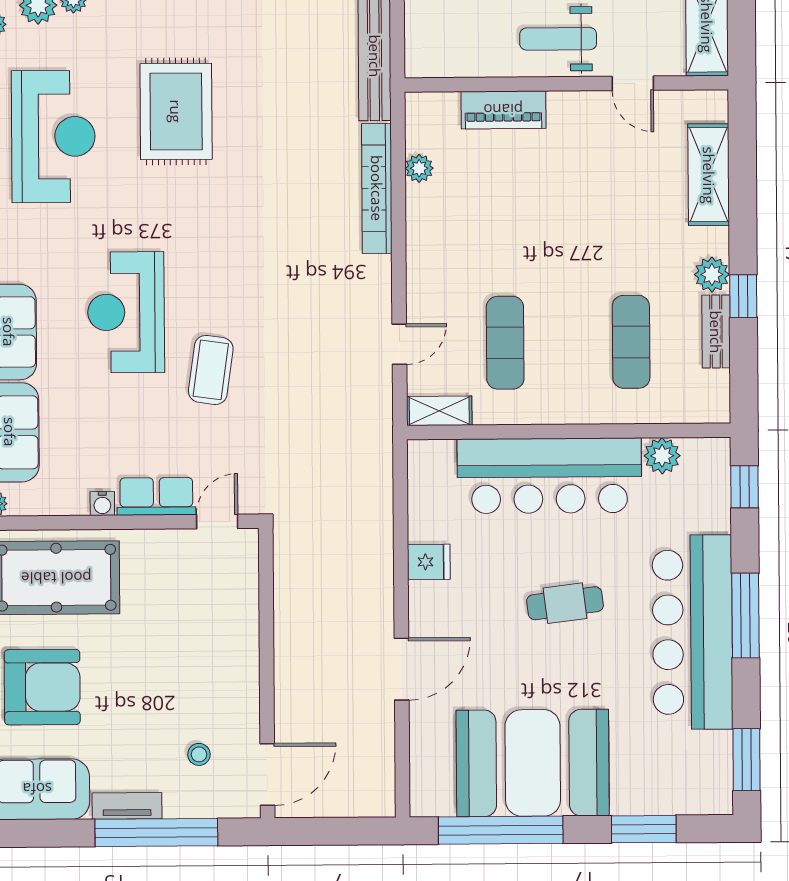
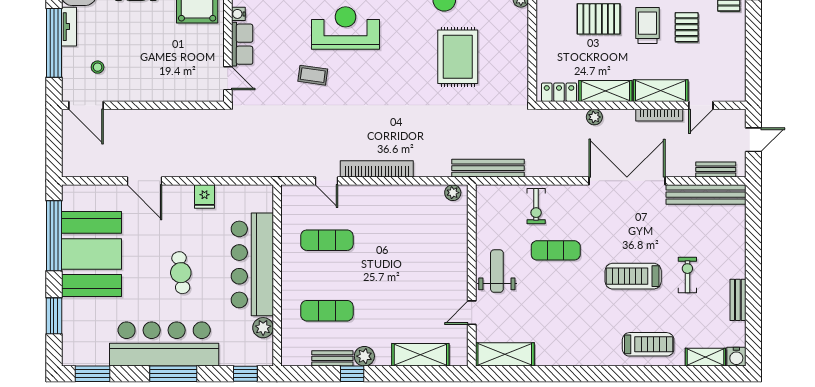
piano: (503, 110) -> (457, 240), removed
rug: (176, 111) -> (458, 57), turned 90
plant: (419, 168) -> (453, 193), moved
bookcase: (377, 188) -> (377, 169), moved
coffee table: (211, 370) -> (313, 75), width x0.73, depth x0.77
shelving: (439, 411) -> (289, 203), removed

